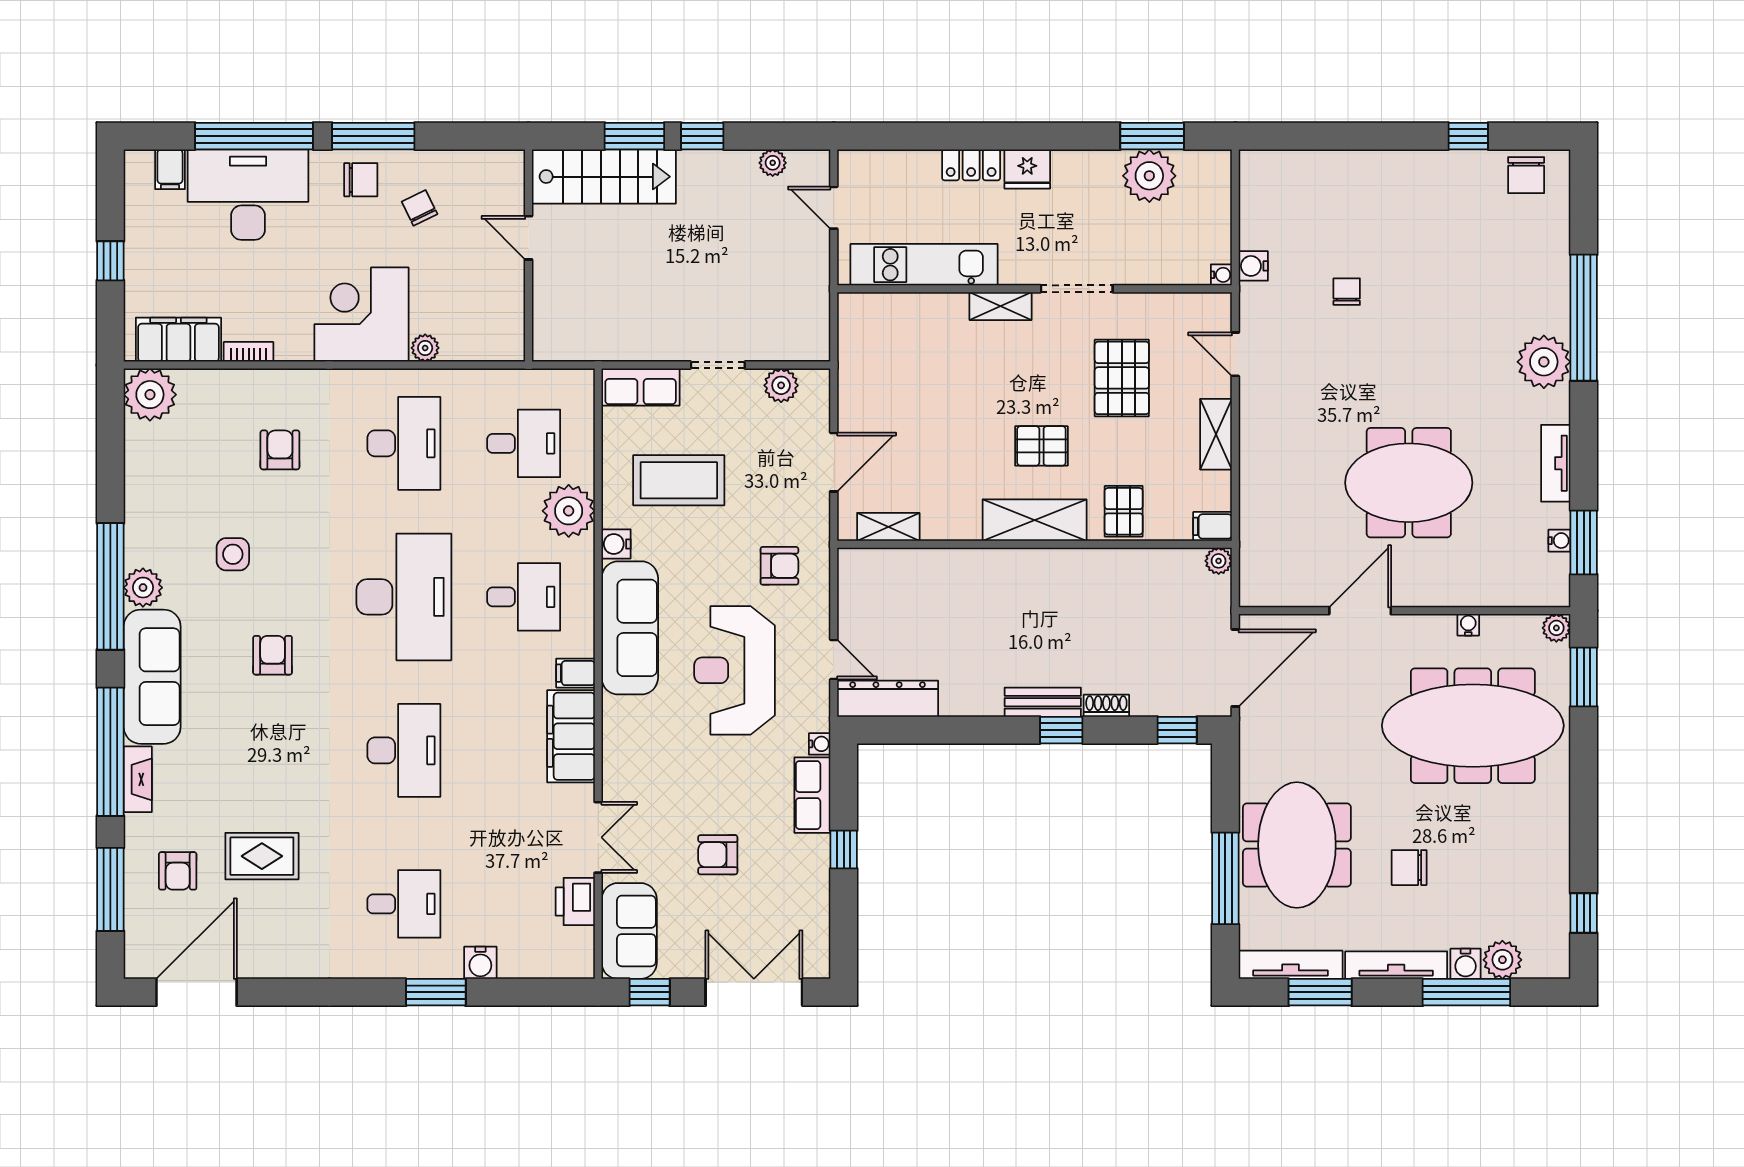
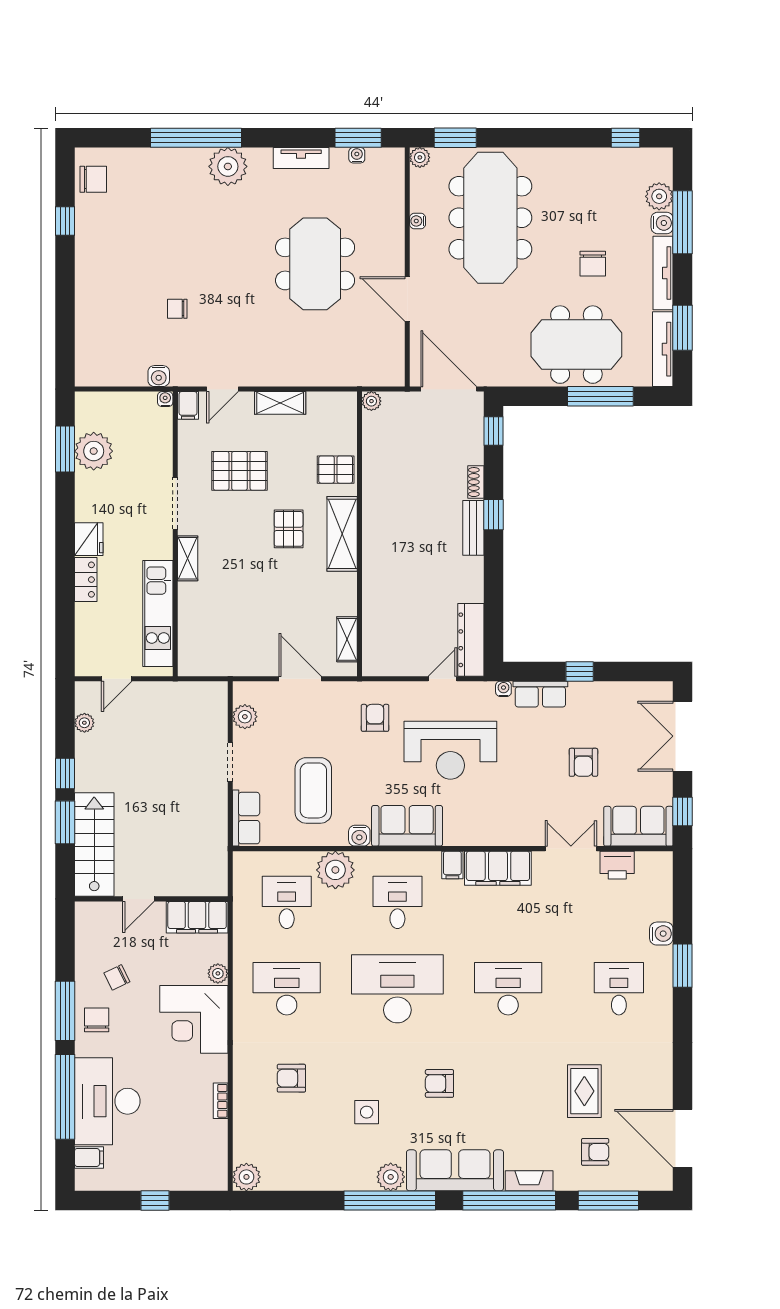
filing cabinet: (178, 340) -> (197, 917), moved, turned -90
plant: (150, 395) -> (246, 1177), width x0.73, depth x0.73
filing cabinet: (1213, 526) -> (188, 405), moved
sofa: (630, 628) -> (407, 826), width x0.73

